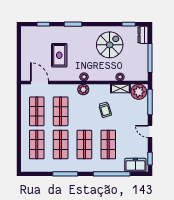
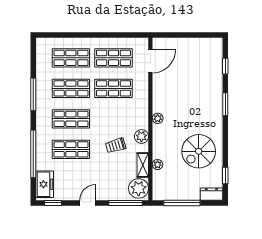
spiral stairs: (110, 45) -> (199, 151), turned 90
rug: (59, 55) -> (185, 87), removed
plant: (83, 89) -> (141, 136), moved

